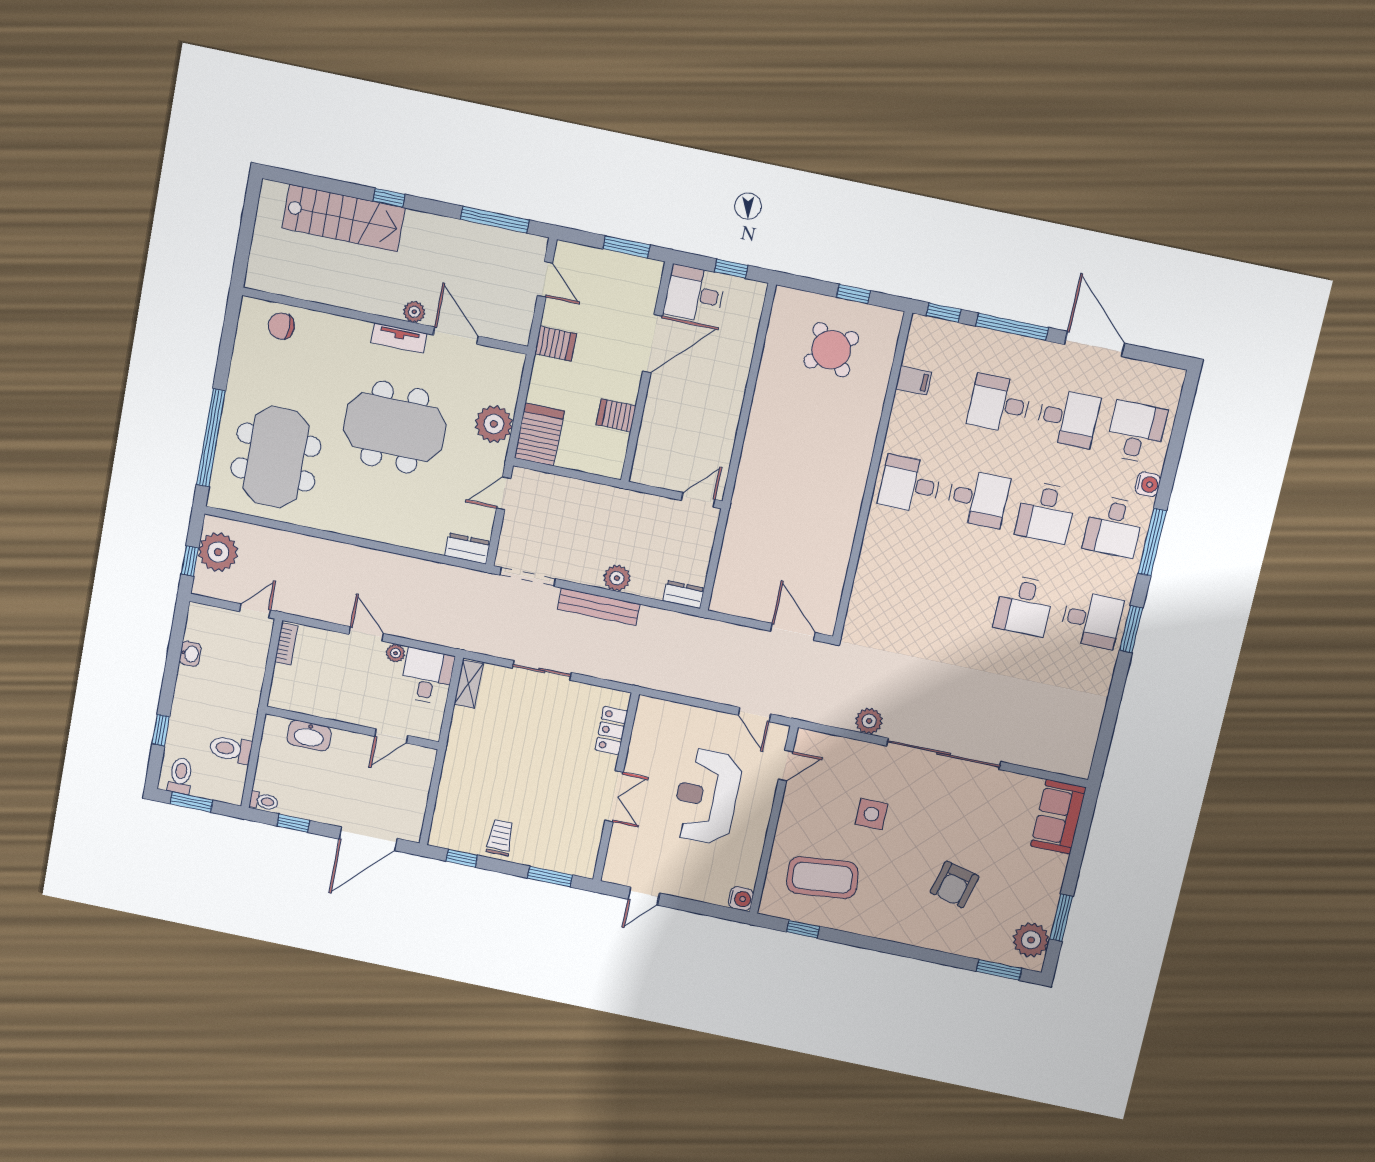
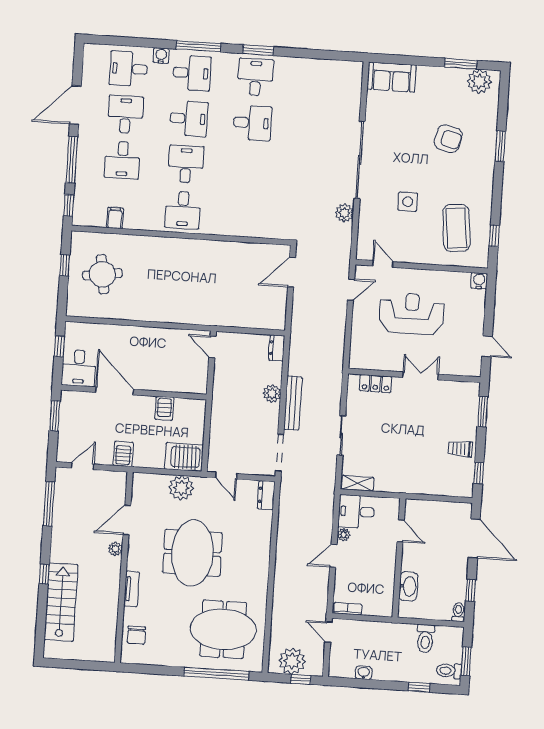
tv unit: (399, 338) -> (132, 589), moved
round table: (831, 350) -> (102, 274), turned 33
reception desk: (707, 797) -> (412, 314), turned 180
window: (999, 970) -> (500, 146), moved

